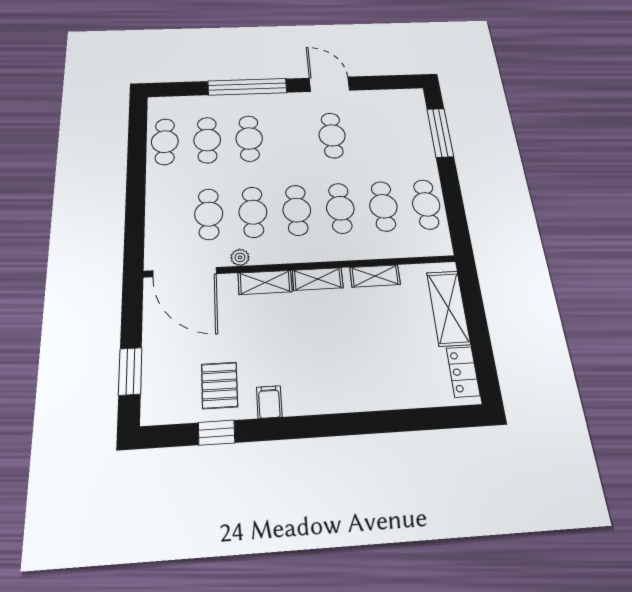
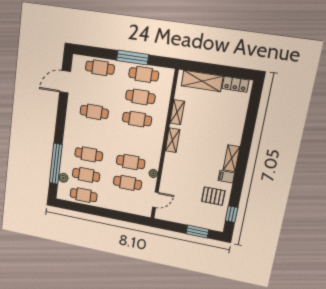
door: (329, 84) -> (65, 82), moved
window: (247, 87) -> (56, 164), moved
plant: (192, 103) -> (63, 178), added
window: (440, 133) -> (133, 58), moved
cafe table: (297, 210) -> (100, 68), moved
door: (185, 272) -> (155, 200), width x0.53
shelving: (265, 282) -> (231, 158), moved
window: (216, 433) -> (232, 214), moved

